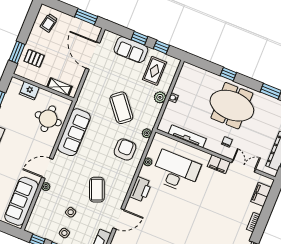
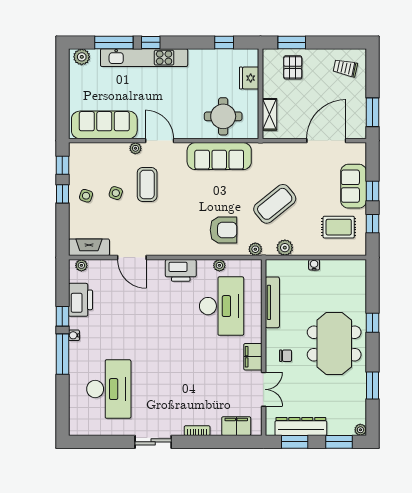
plant: (160, 97) -> (285, 248), moved
coffee table: (97, 190) -> (147, 184), moved, turned -68

